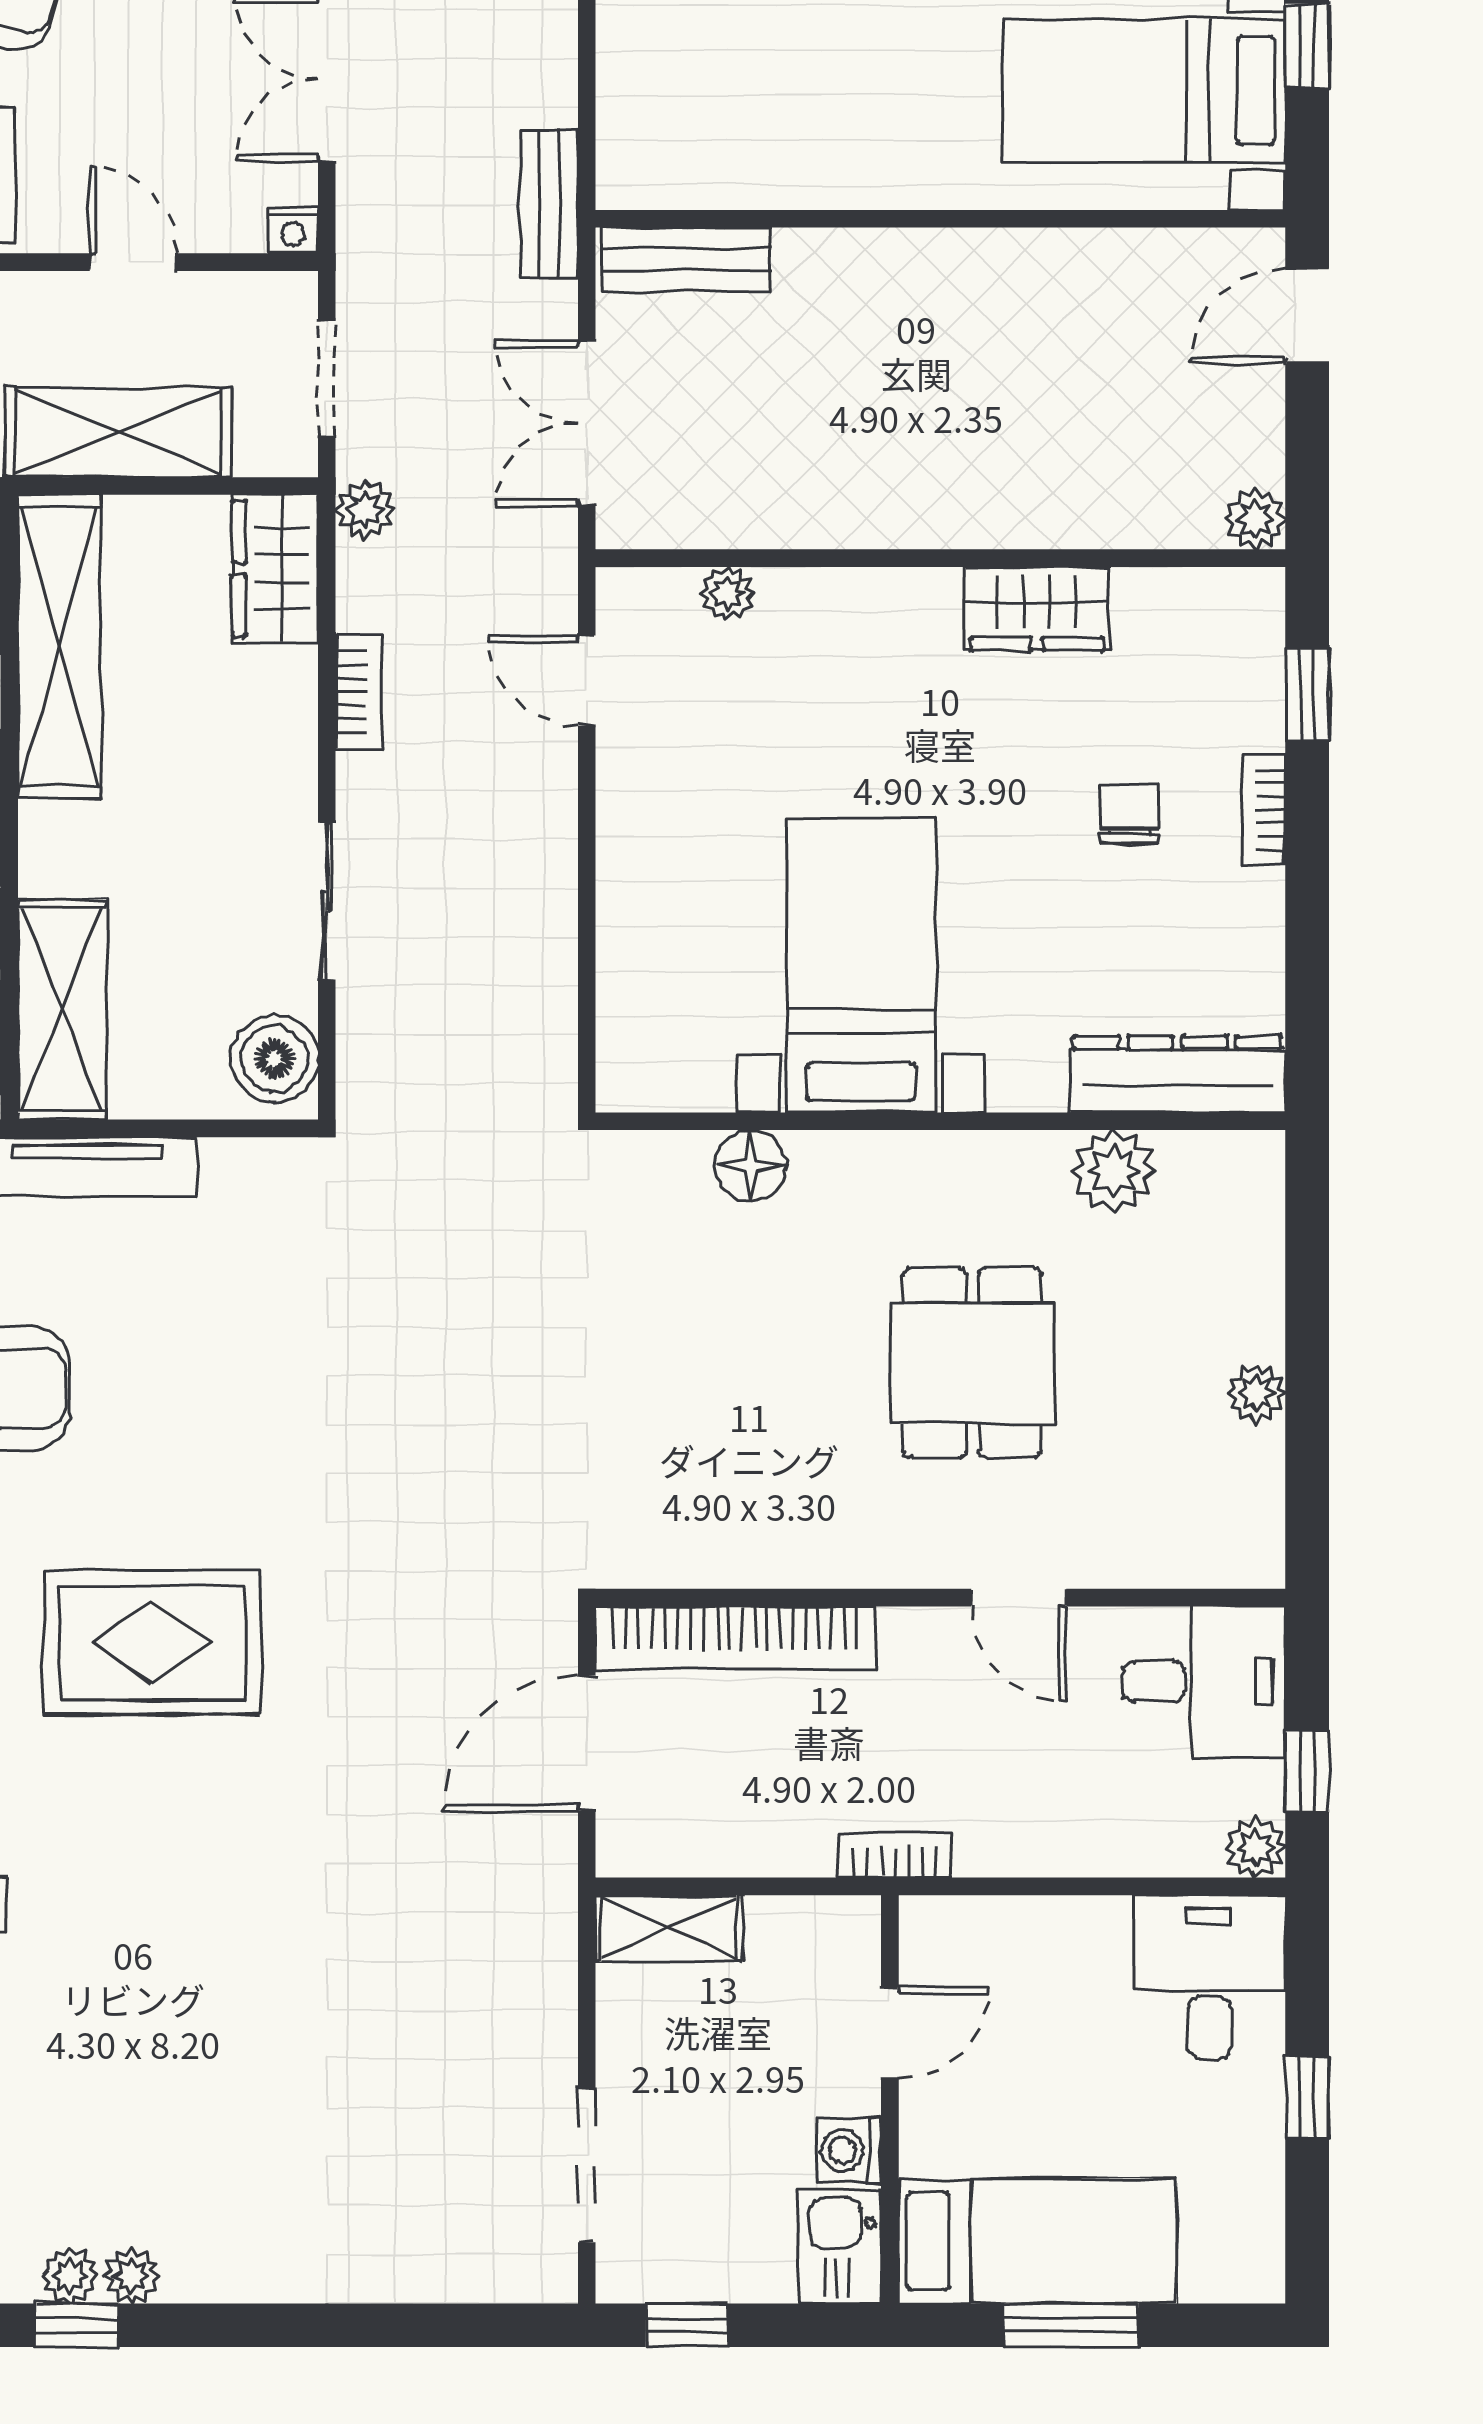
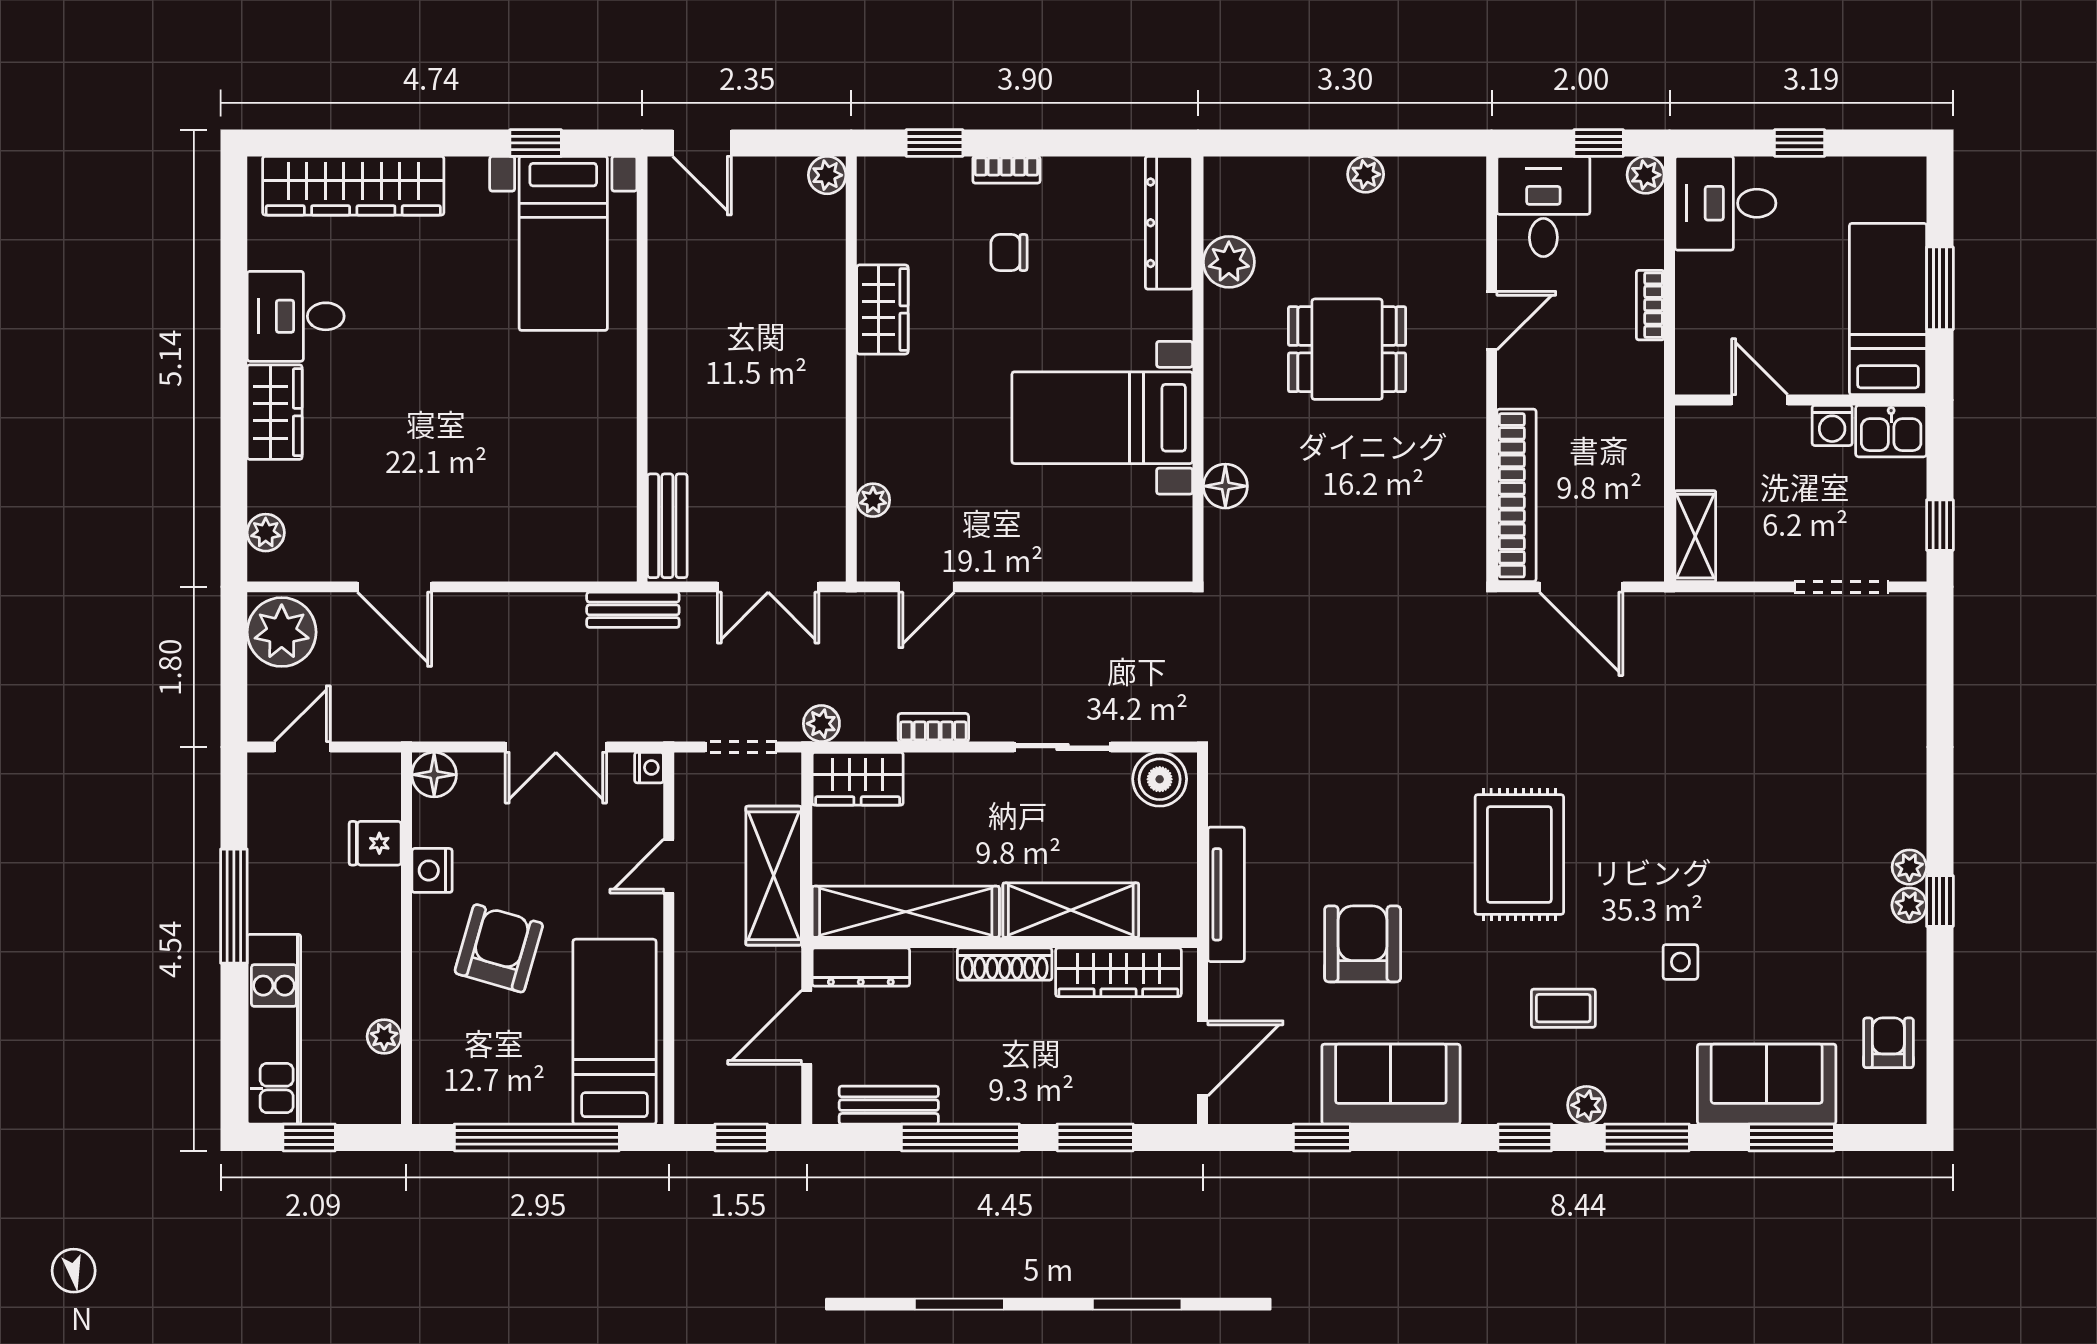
shelving: (62, 1010) -> (1071, 910), moved
bookcase: (895, 1855) -> (1650, 305), moved

